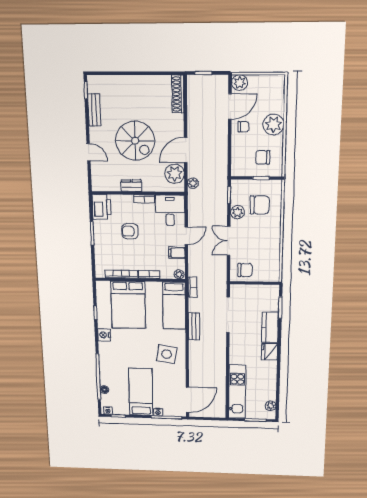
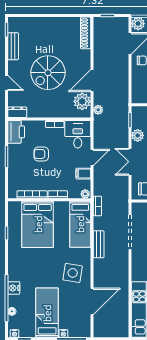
spiral stairs: (135, 141) -> (48, 73), turned 90
dresser: (132, 186) -> (17, 112), moved
nightstand: (104, 335) -> (14, 288), moved
door: (188, 400) -> (92, 301), moved

